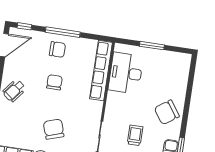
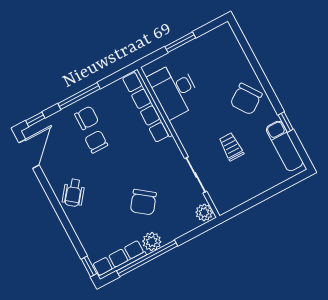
chair: (54, 82) -> (96, 142), moved
chair: (54, 129) -> (143, 202), turned -125

